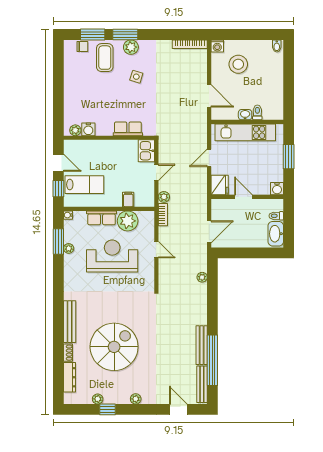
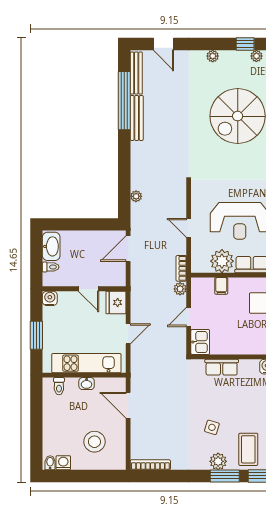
washing machine: (217, 46) -> (63, 463), moved
toilet: (257, 112) -> (59, 386), moved

